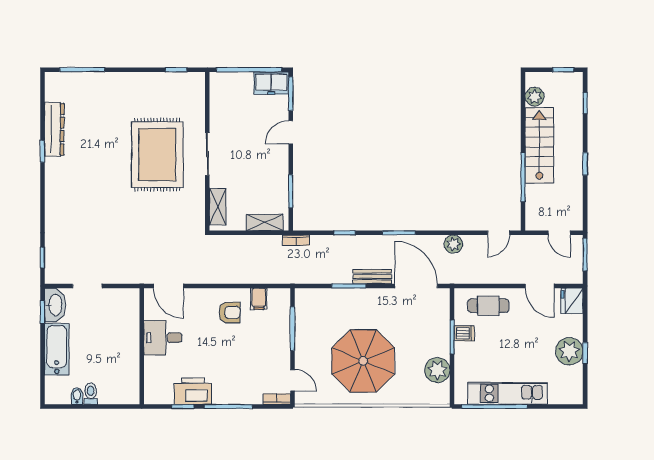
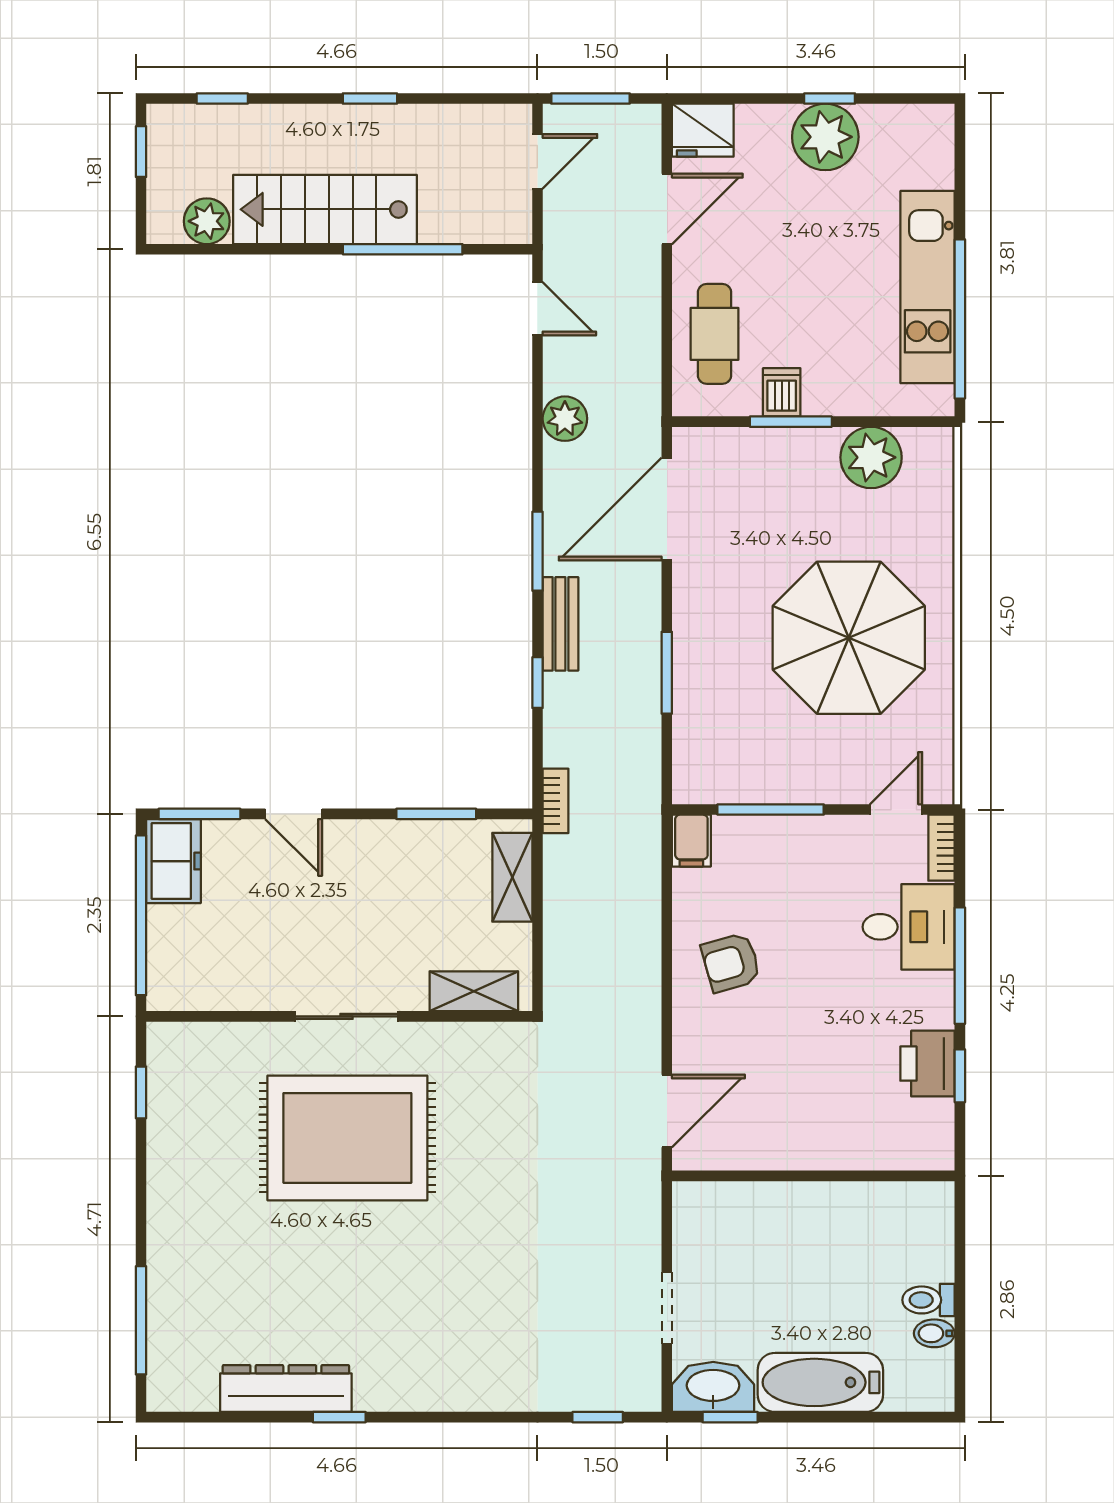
bench: (372, 277) -> (560, 624), moved
filing cabinet: (259, 299) -> (691, 841), moved, turned 90
armchair: (230, 312) -> (731, 962), turned -106
desk: (163, 338) -> (909, 927), moved, turned -90
printer: (193, 391) -> (927, 1064), width x0.73, depth x0.84

